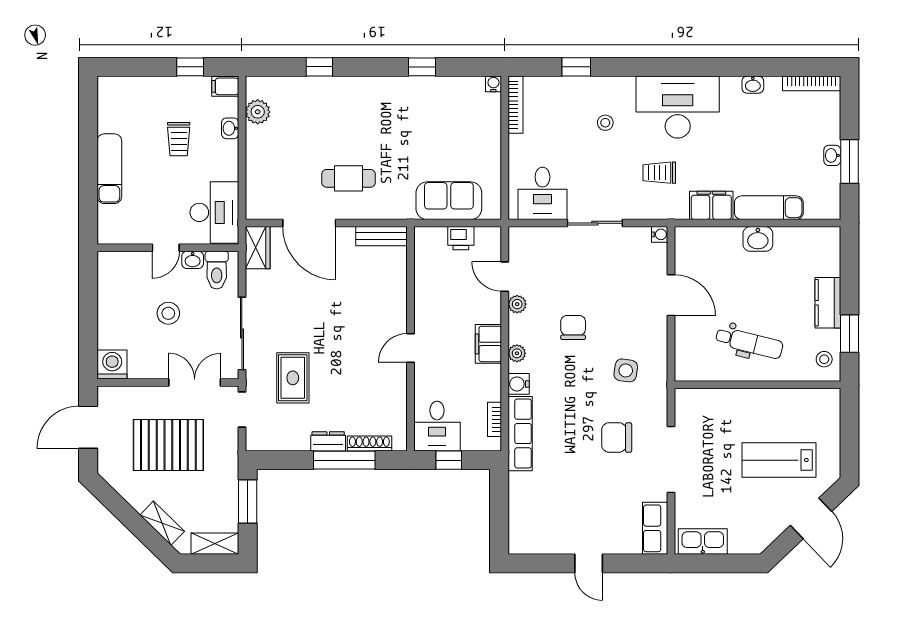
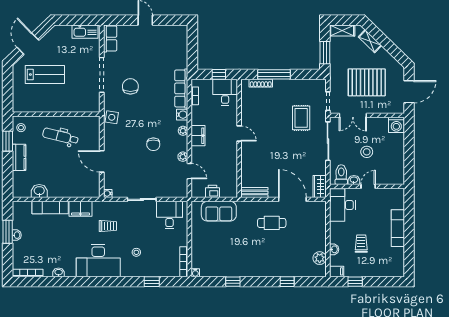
washbasin: (758, 239) -> (39, 191), moved
door: (410, 348) -> (239, 134), hinge flipped
side table: (626, 370) -> (112, 117), moved
chair: (617, 437) -> (130, 86), turned -90
dresser: (328, 441) -> (282, 84), removed

